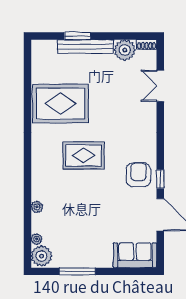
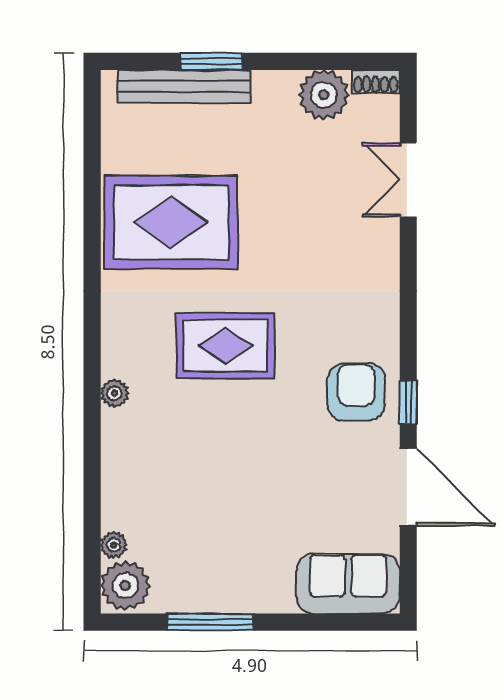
bench: (85, 46) -> (184, 86), moved
plant: (37, 207) -> (115, 393), moved

